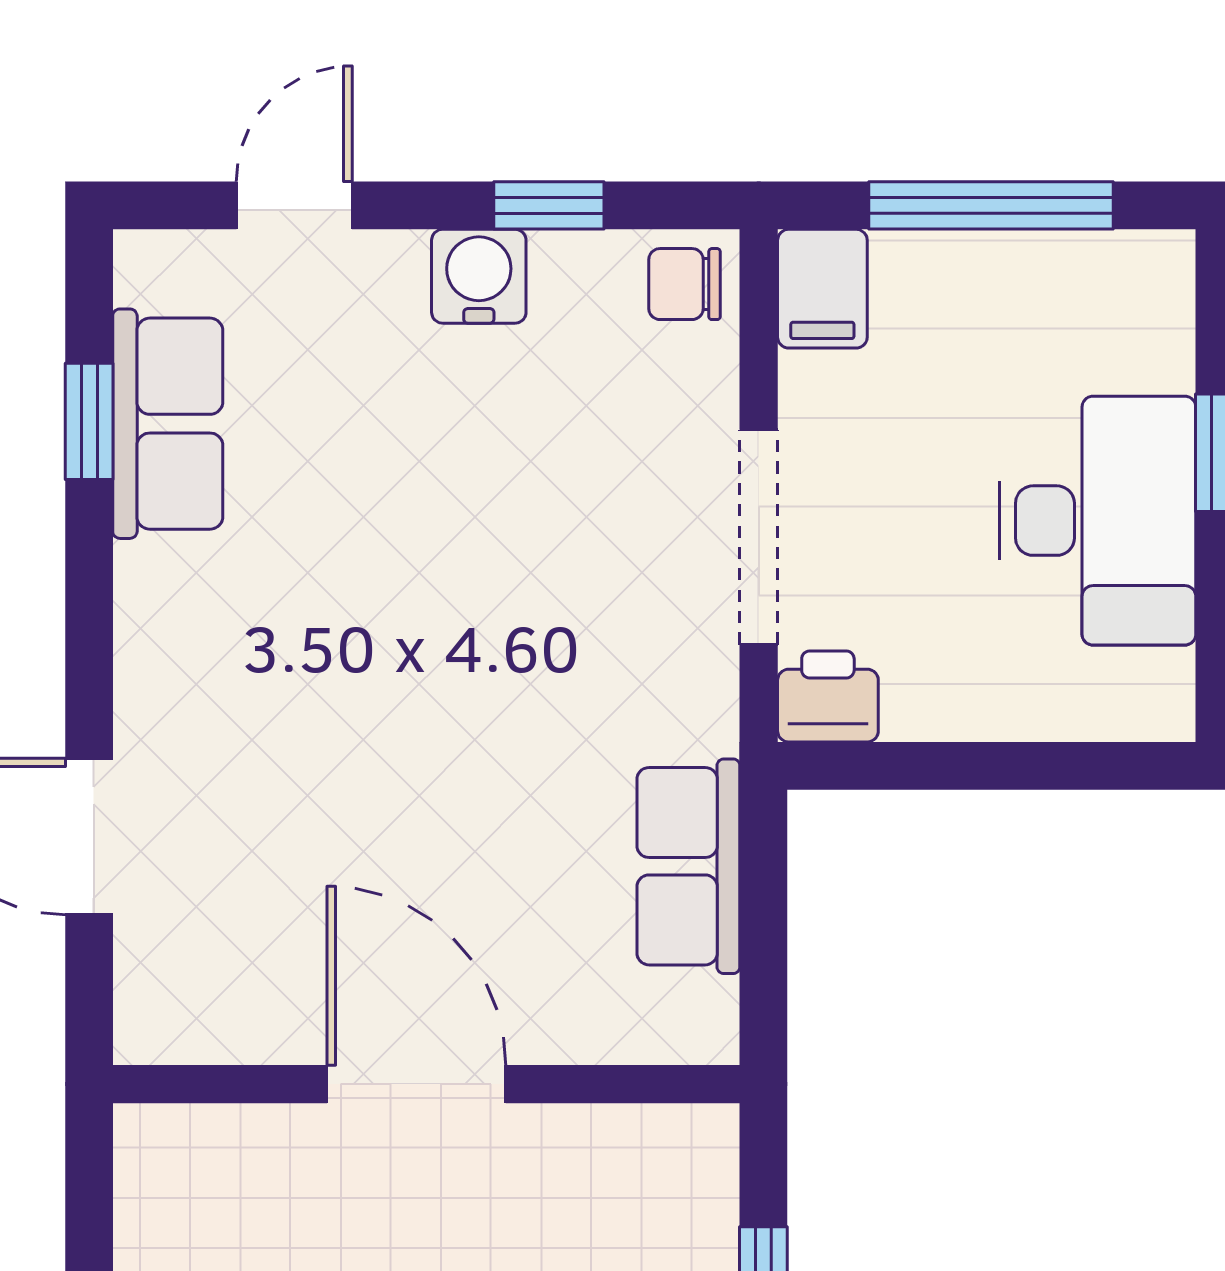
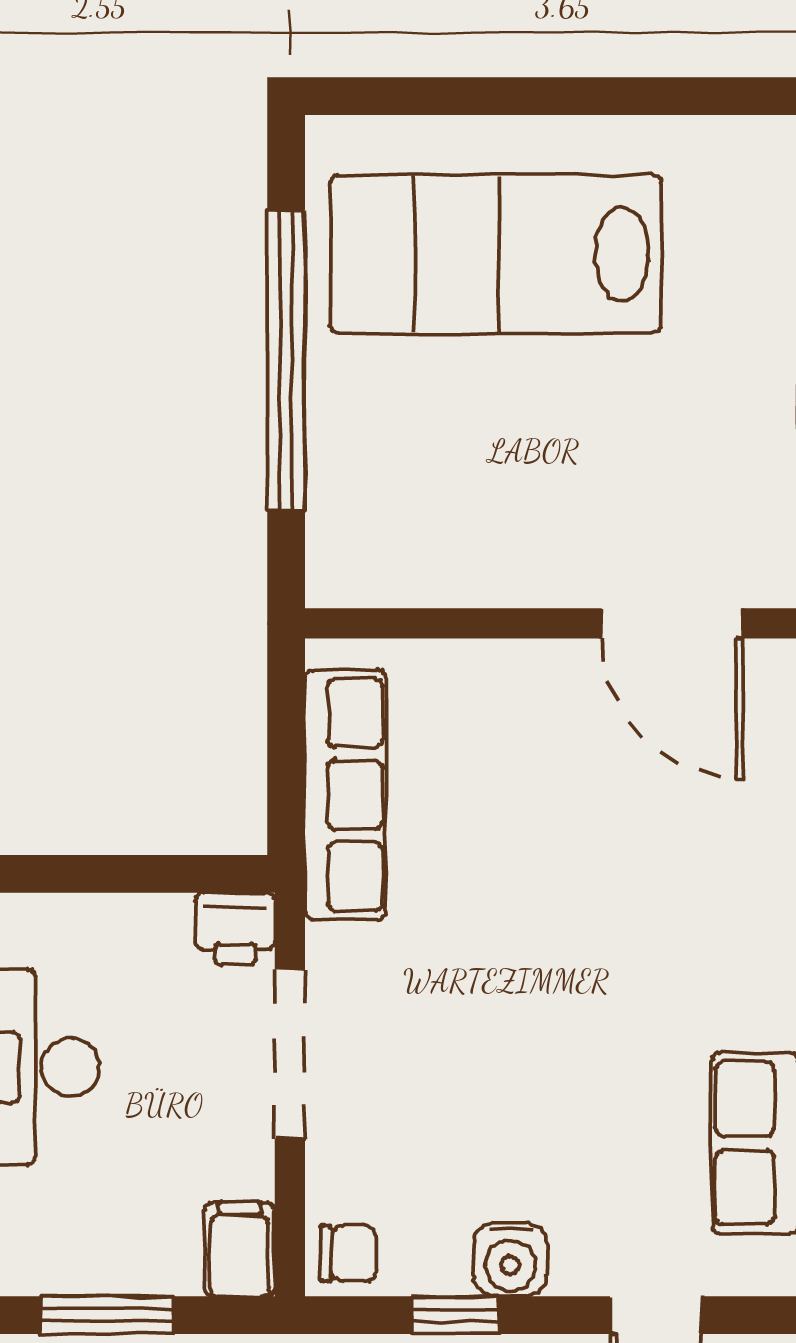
window: (991, 205) -> (107, 1315), width x0.69
row of seats: (688, 866) -> (345, 795), width x1.48
door: (416, 1084) -> (672, 623), moved

